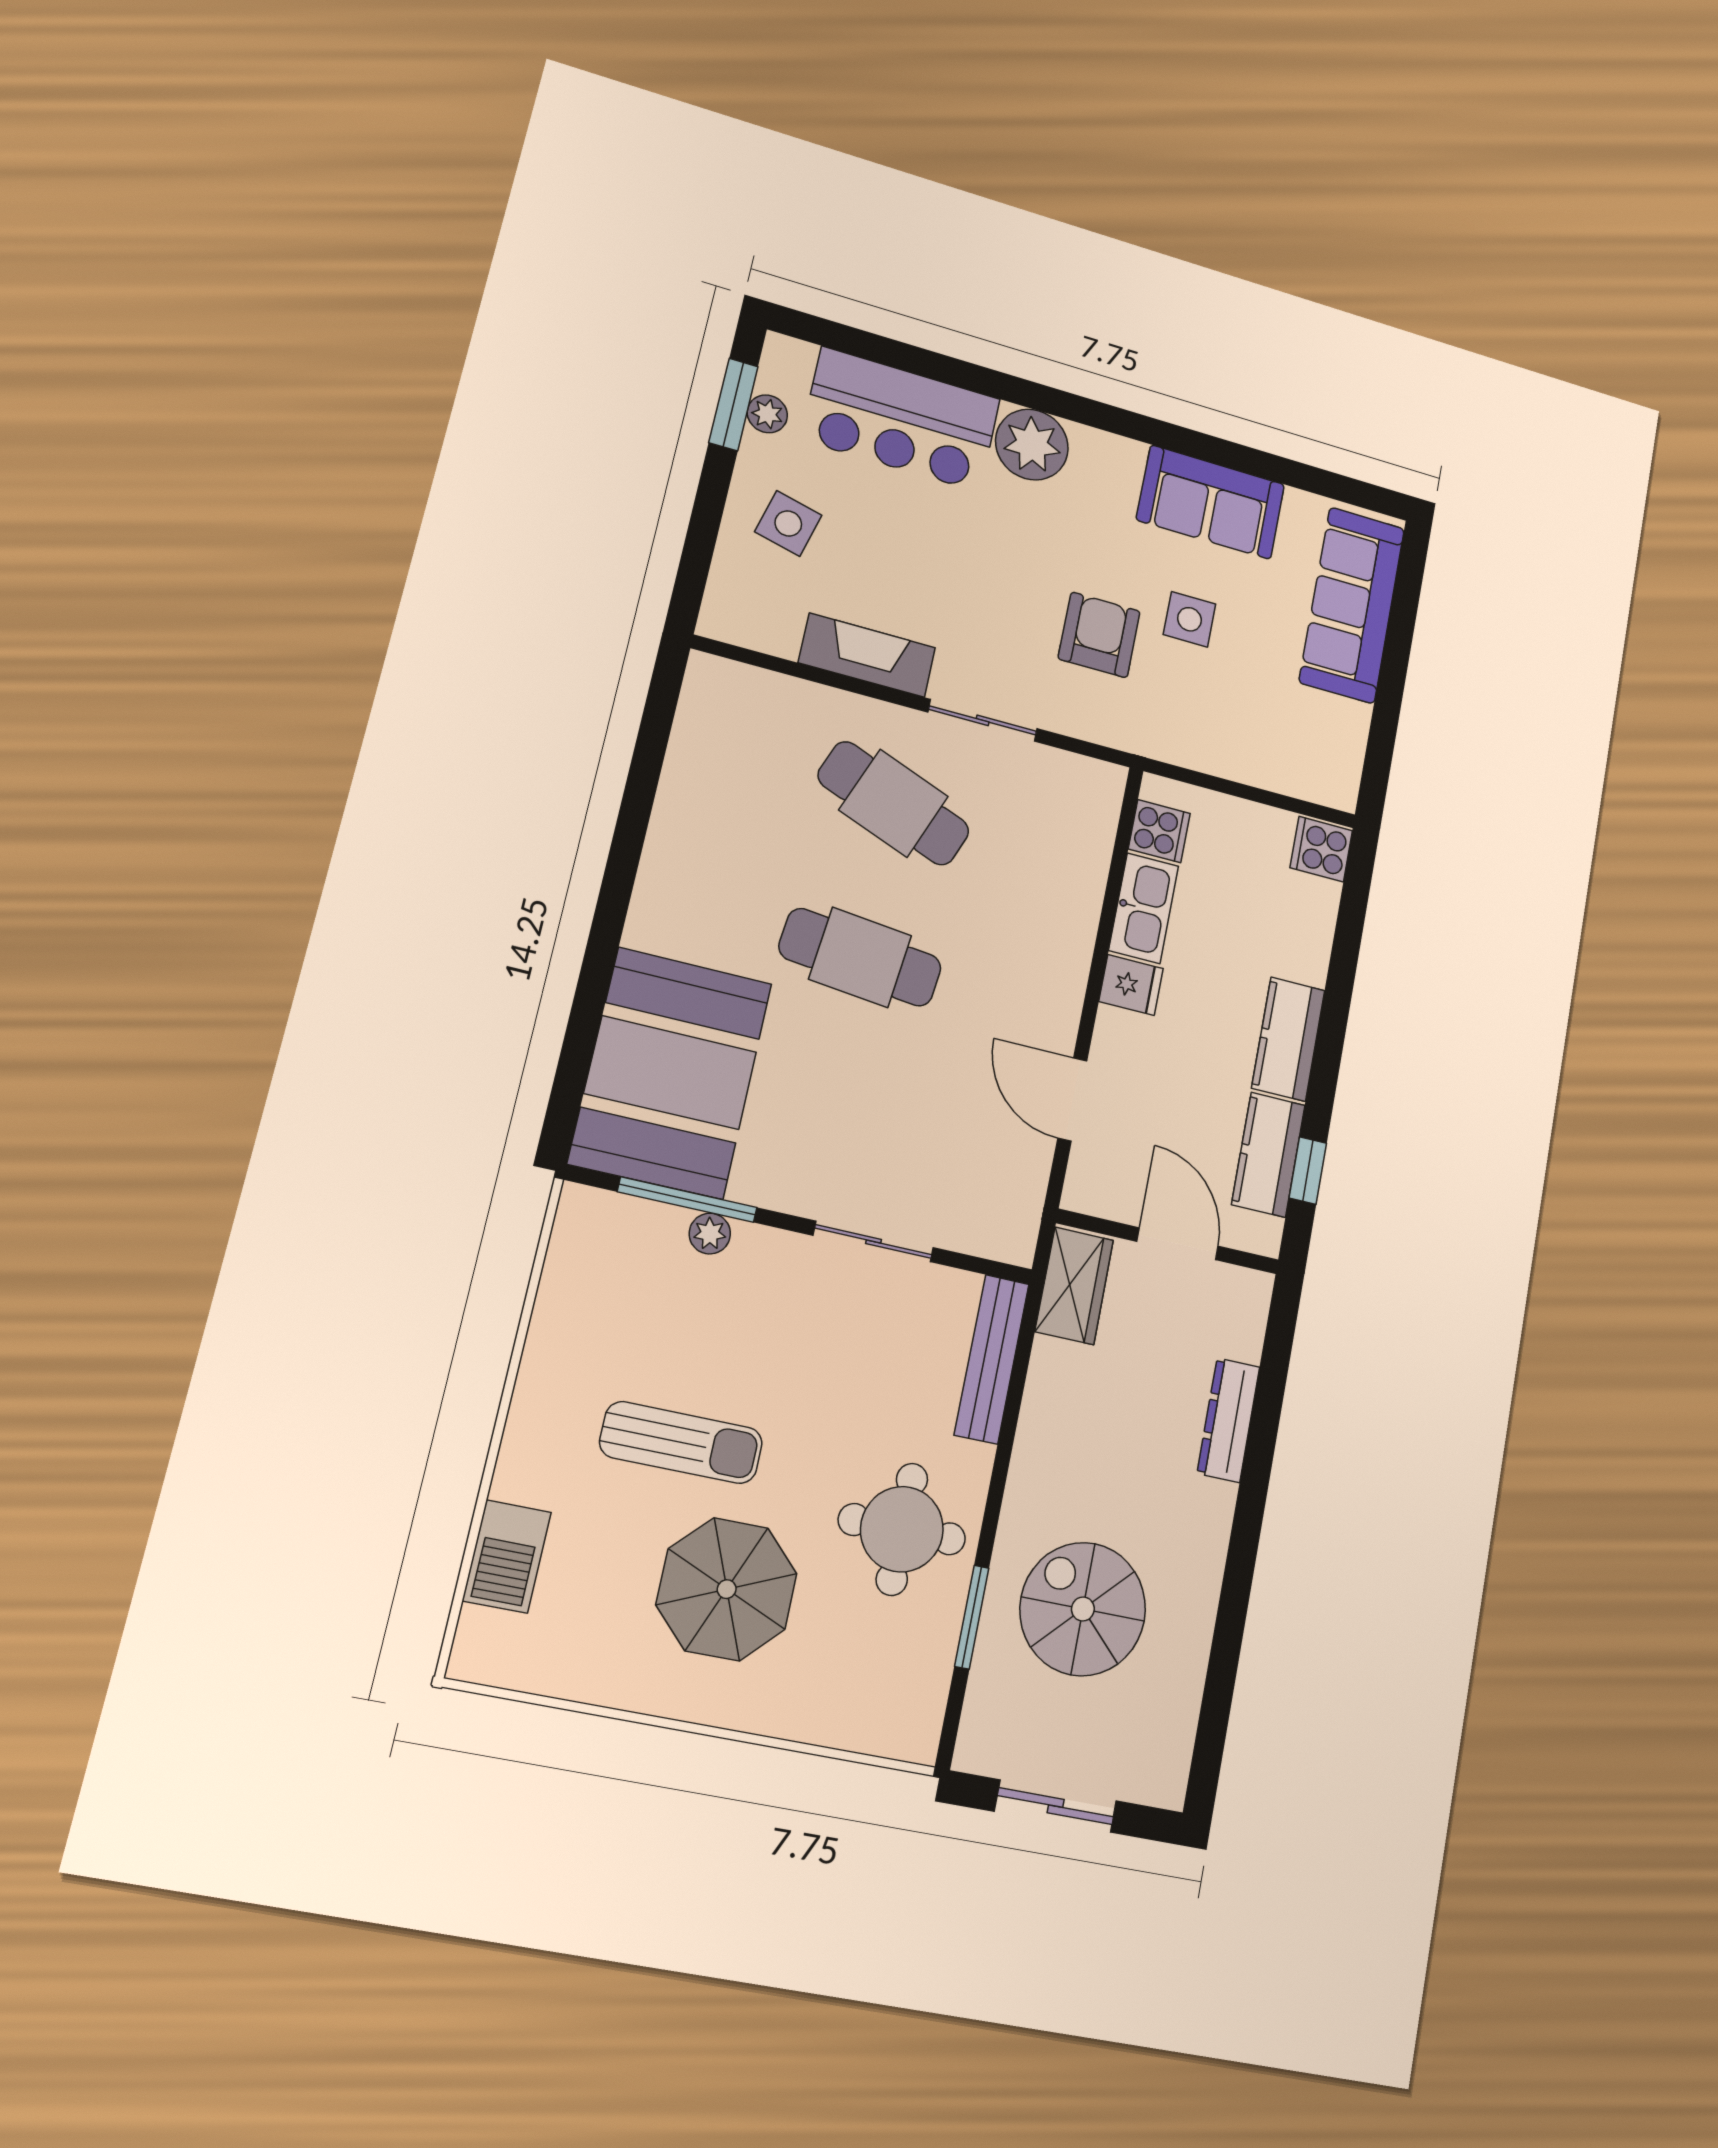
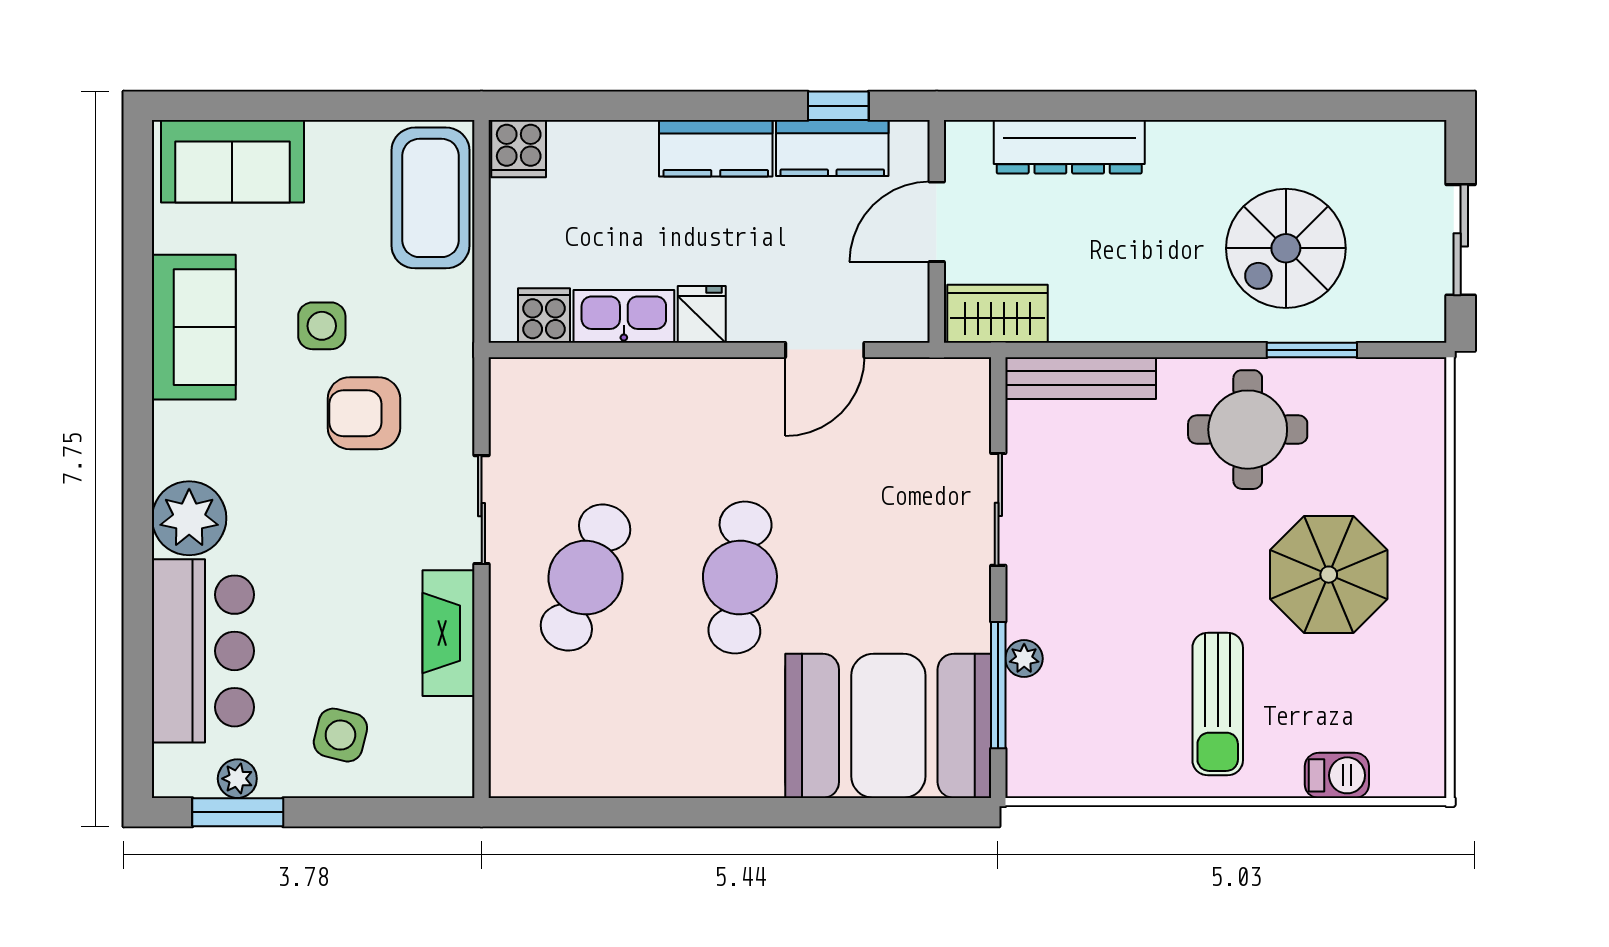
sofa: (1352, 605) -> (232, 161), width x0.73
coffee table: (1290, 754) -> (430, 198), added
dresser: (1228, 1420) -> (1069, 147), width x1.37, depth x1.24
sun lounger: (681, 1443) -> (1218, 704), moved, turned 180
barbecue: (507, 1556) -> (1337, 775), width x0.73, depth x0.79

